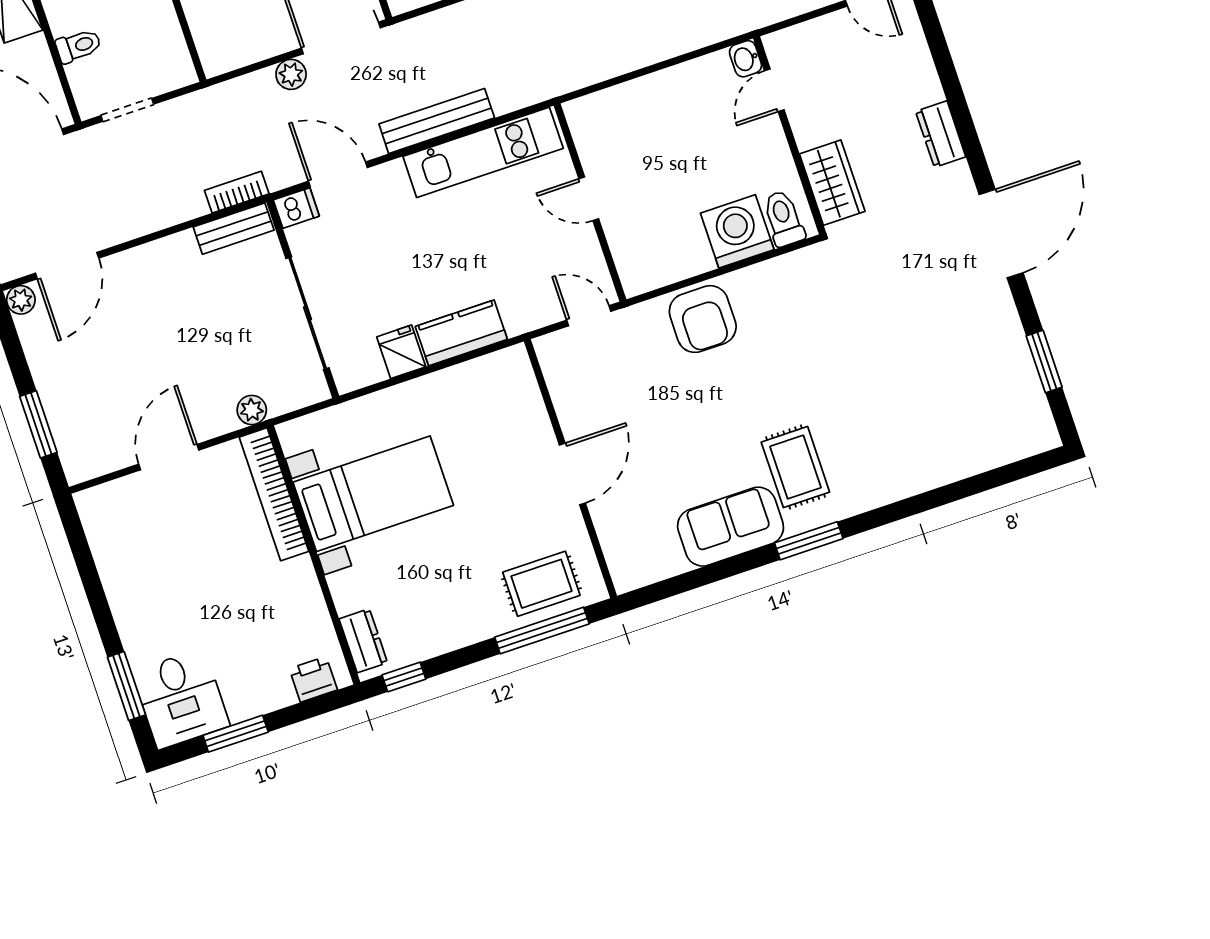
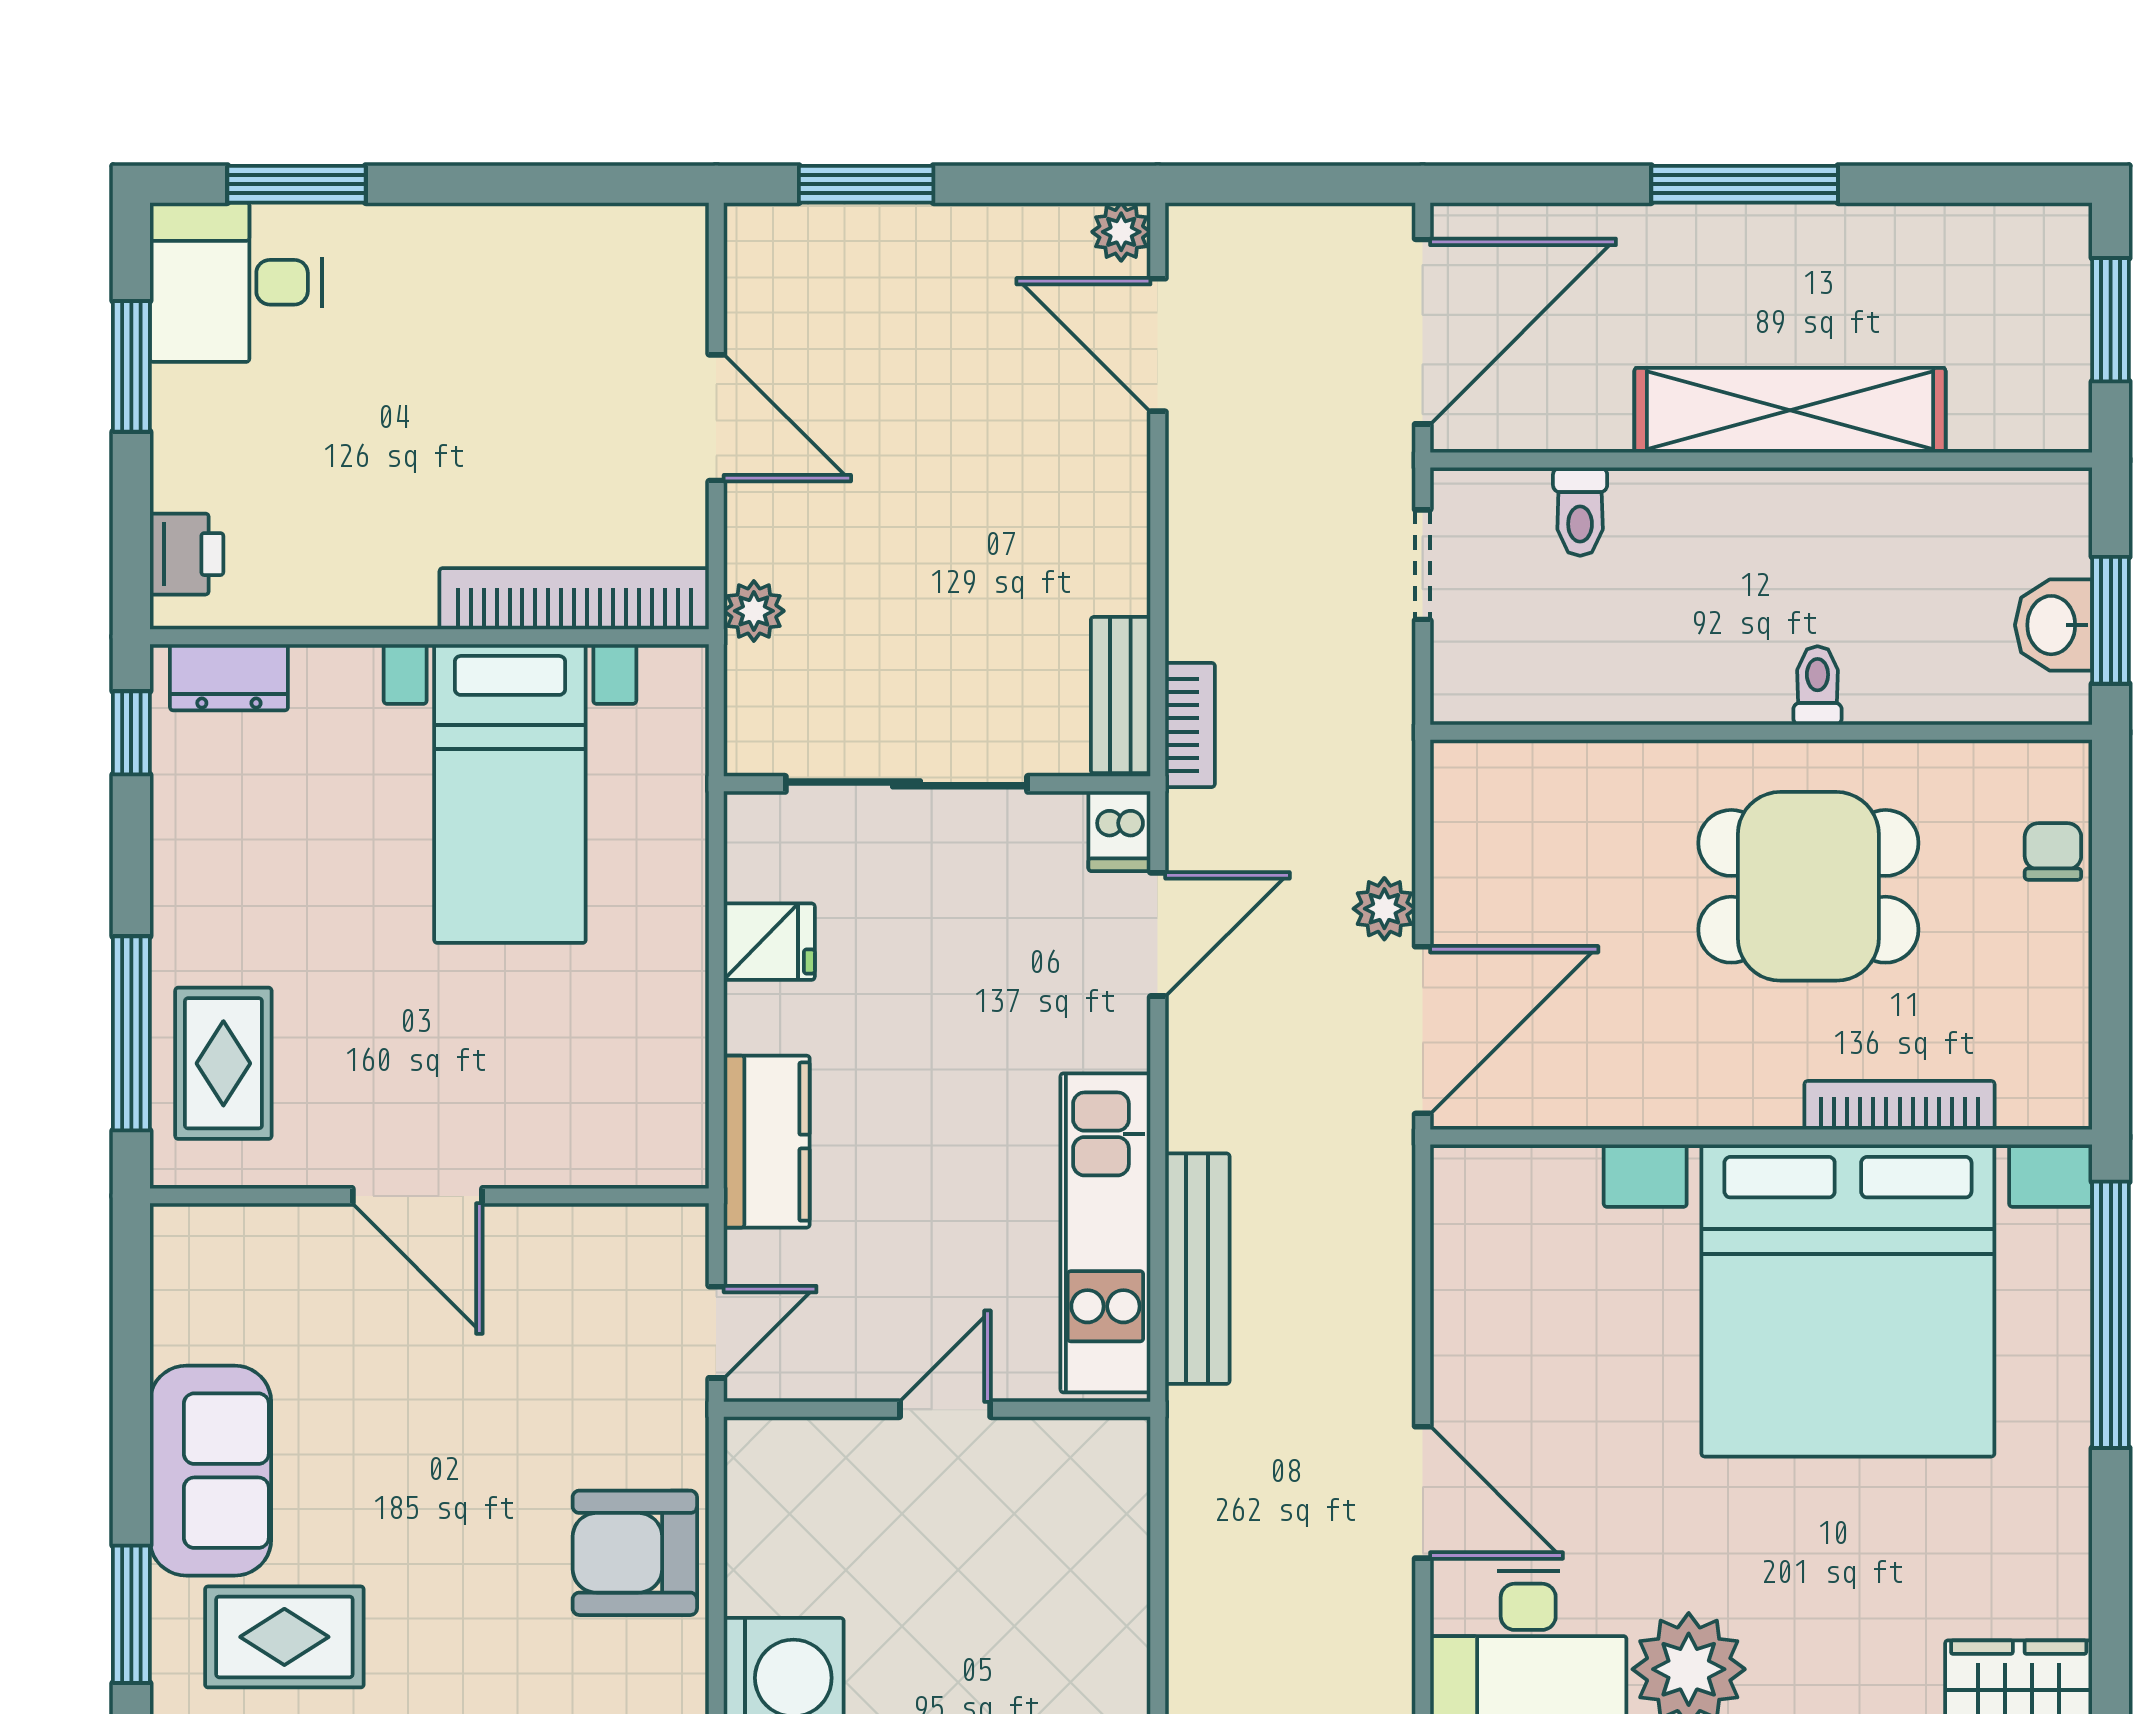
bench: (437, 121) -> (1197, 1269), moved
kitchen counter: (461, 333) -> (767, 1142), moved

